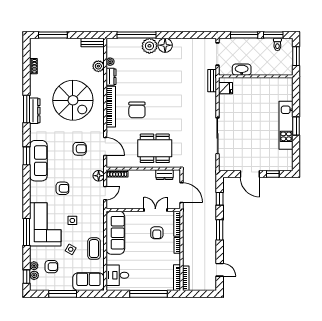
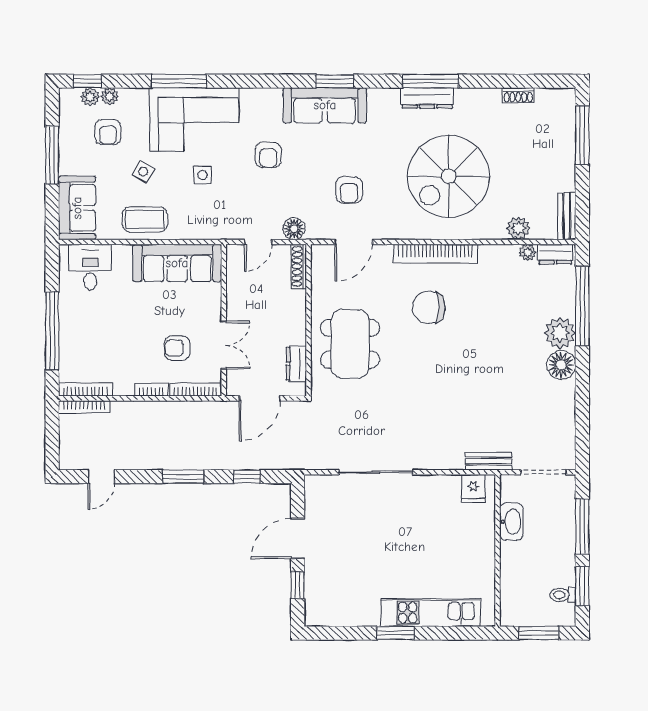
dresser: (111, 77) -> (555, 254), moved
kitchen unit: (286, 125) -> (430, 613), moved
door: (105, 193) -> (258, 242), hinge flipped

